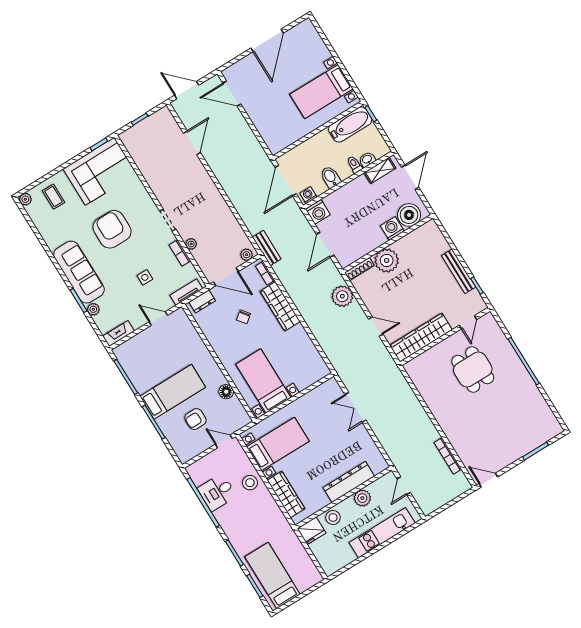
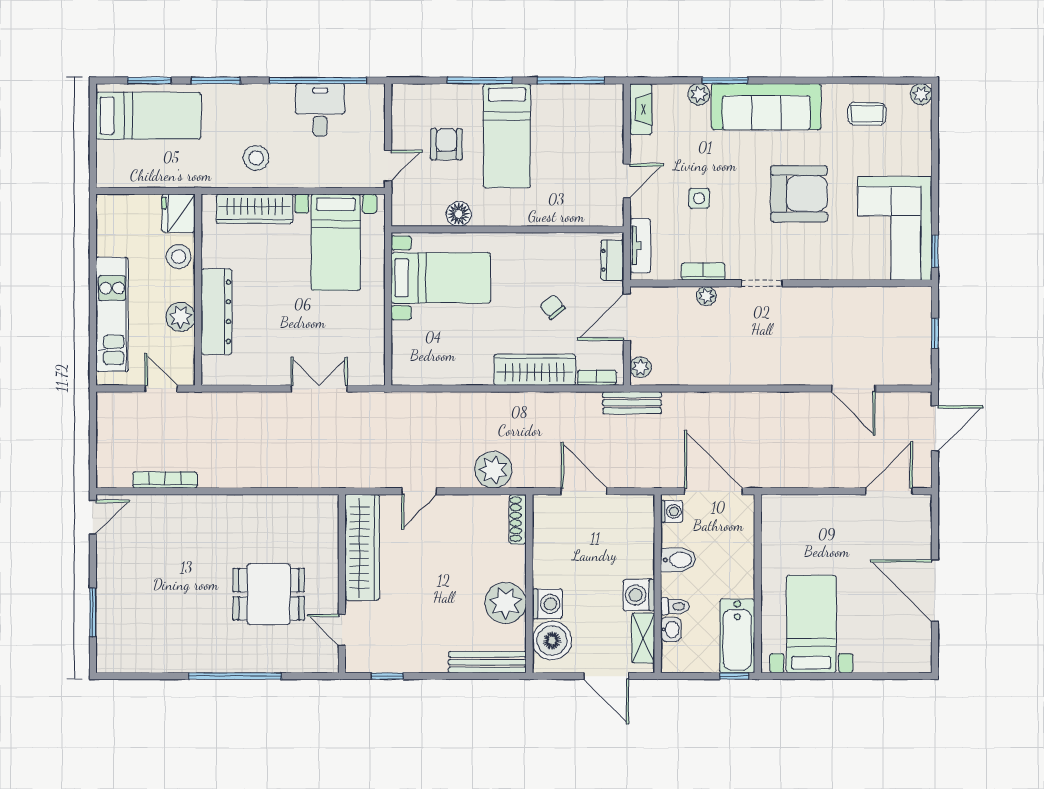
coffee table: (54, 197) -> (867, 114), moved
washing machine: (318, 212) -> (639, 595), moved
plant: (387, 260) -> (506, 603), moved
bench: (459, 271) -> (487, 662), moved
stool: (250, 483) -> (256, 158), moved

